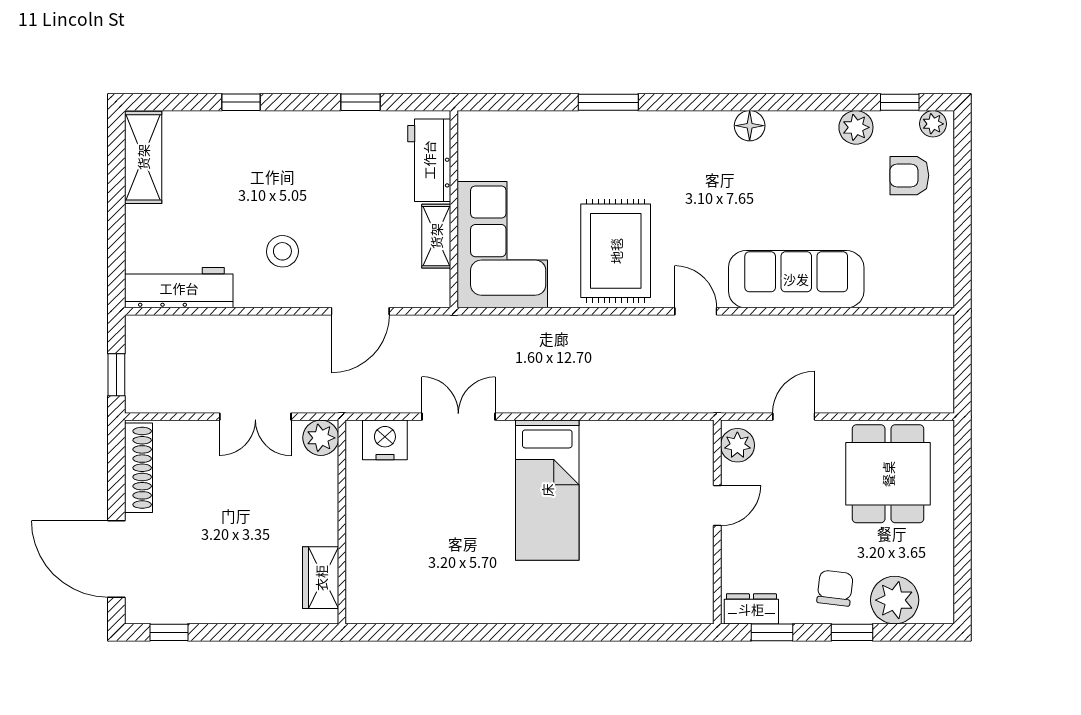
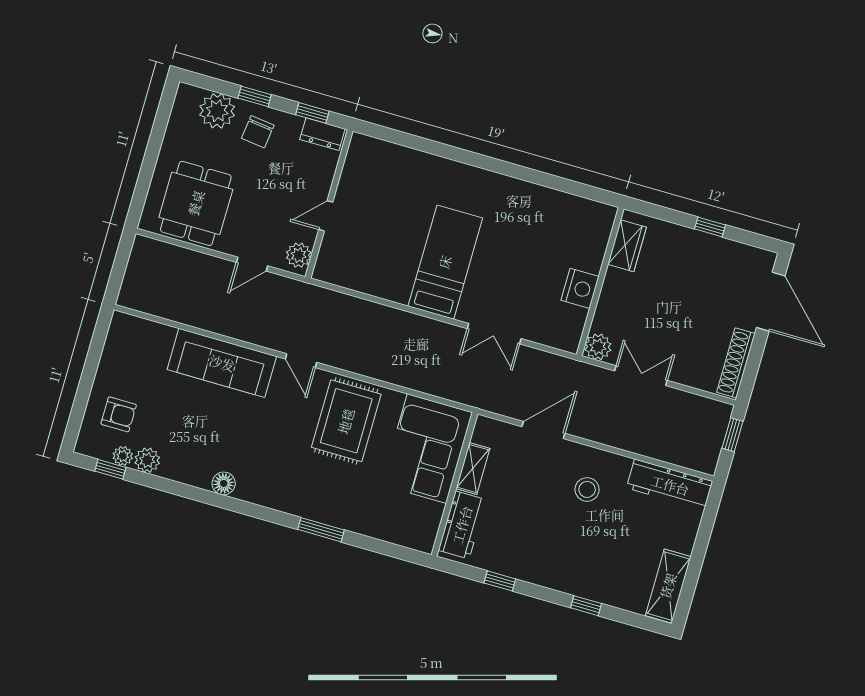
plant: (933, 124) -> (123, 456), moved
nightstand: (385, 440) -> (580, 288), moved, turned -90
window: (169, 632) -> (710, 227), moved

